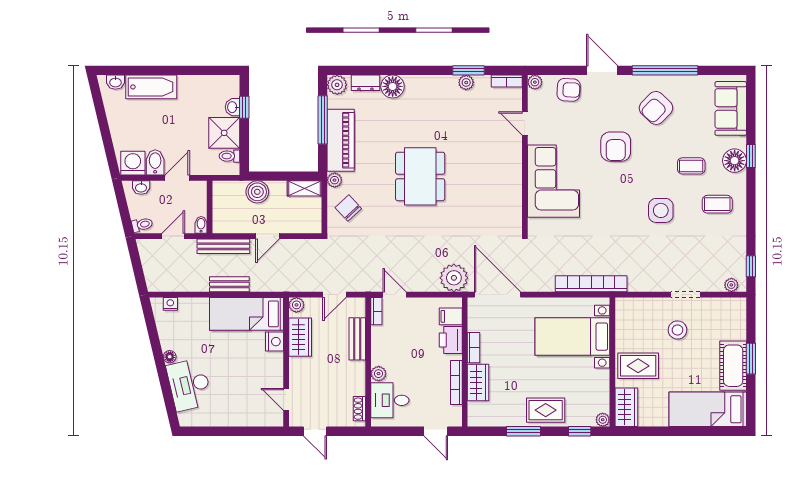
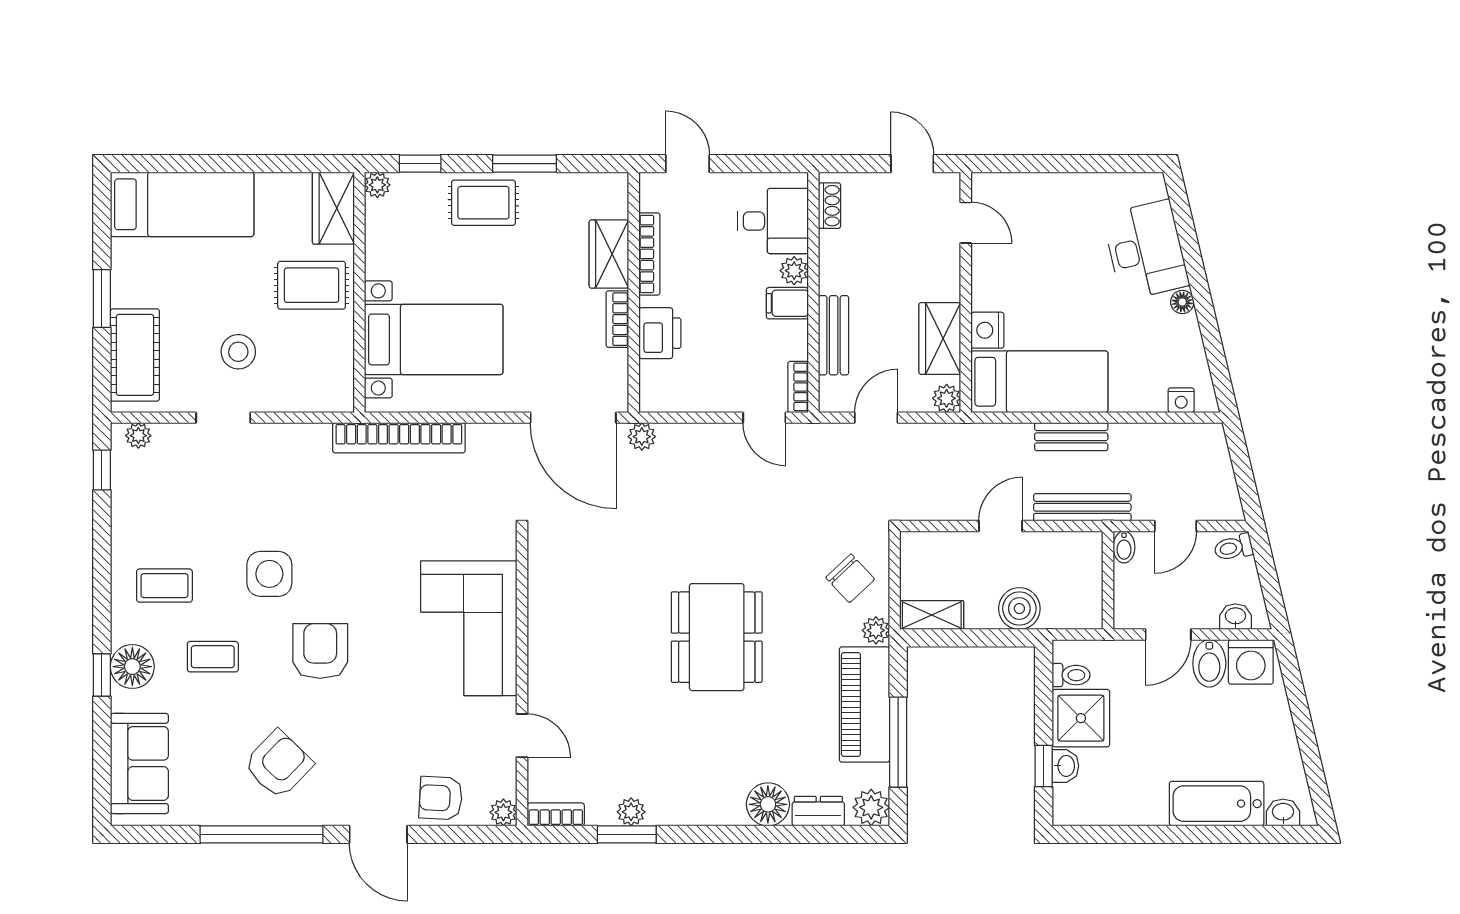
armchair: (616, 147) -> (320, 651), moved
plant: (454, 278) -> (642, 437), width x0.53, depth x0.53
filing cabinet: (451, 316) -> (787, 303), moved, turned 180
cot: (733, 366) -> (135, 355), moved

